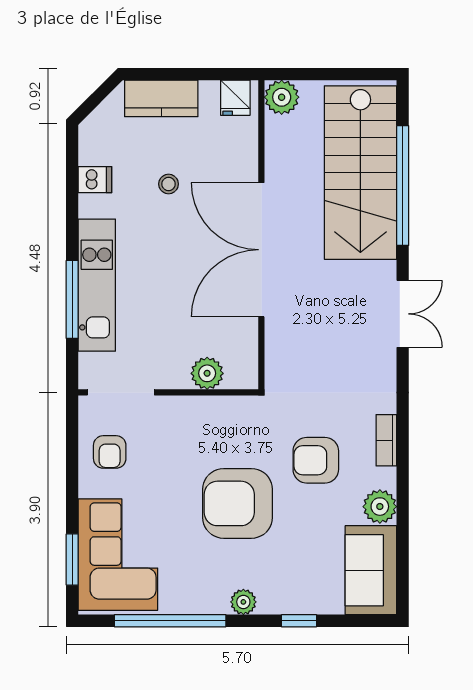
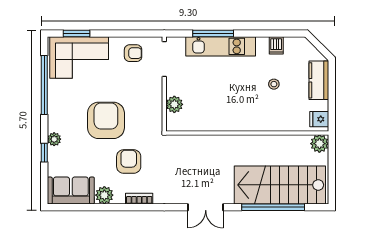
double door: (261, 250) -> (239, 133), removed
armchair: (110, 452) -> (133, 53), turned 180
plant: (243, 602) -> (54, 139), moved

